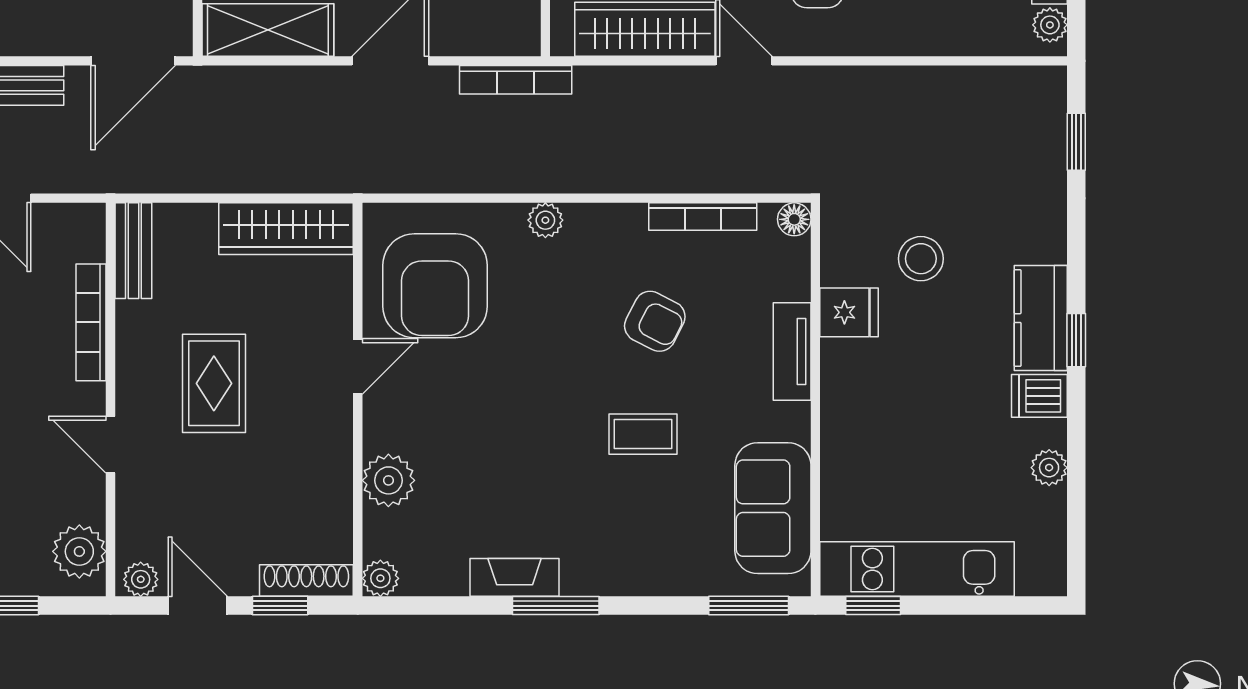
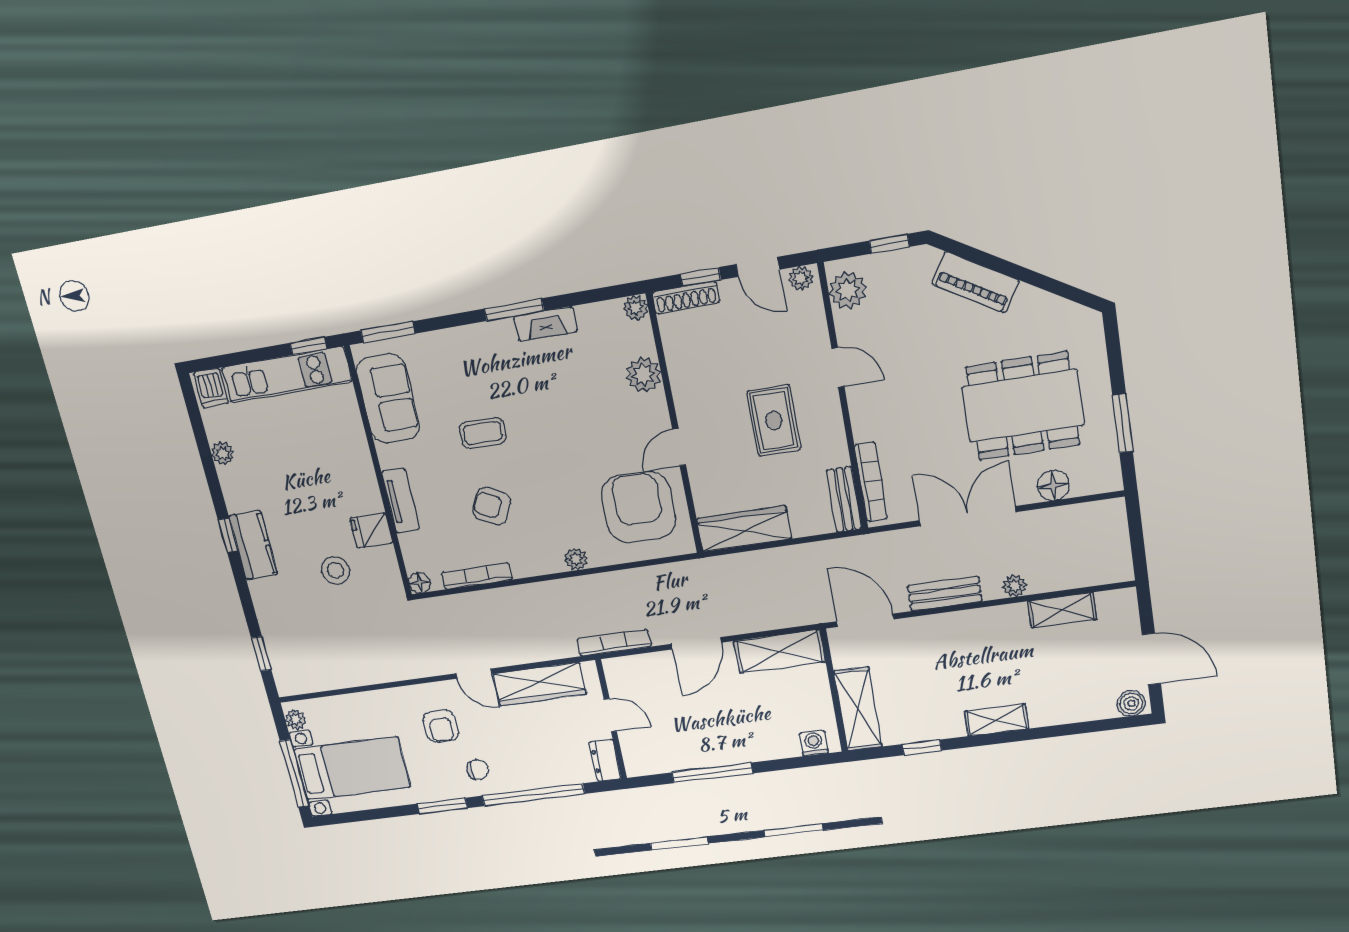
door: (133, 61) -> (865, 620), hinge flipped
bookcase: (91, 322) -> (871, 482), moved
dishwasher: (1039, 396) -> (211, 388), moved, turned 90

